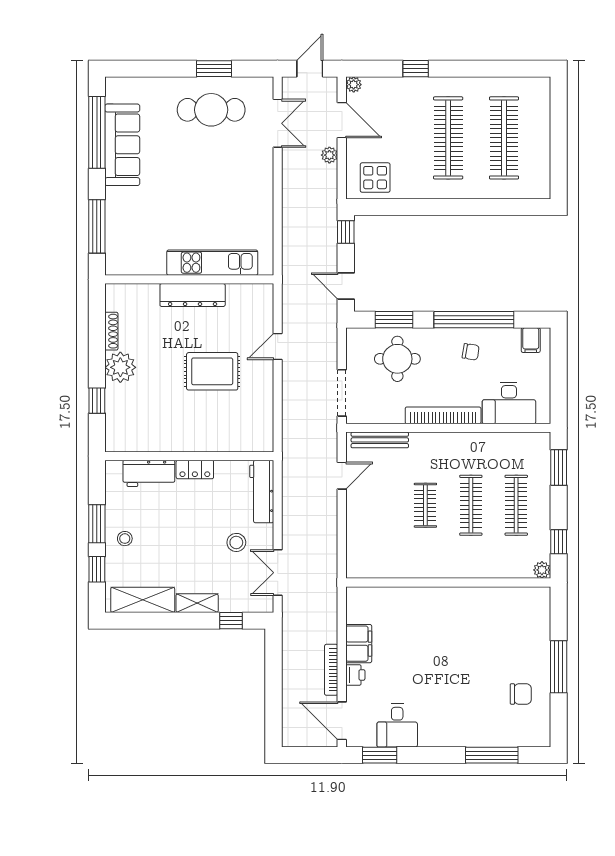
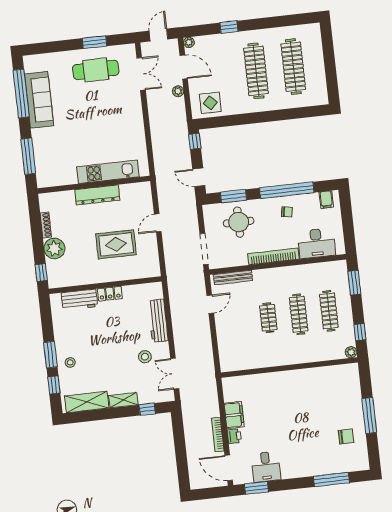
wall: (189, 456) -> (105, 285), moved
locker: (195, 469) -> (110, 294), moved
workbench: (149, 473) -> (79, 300), moved

